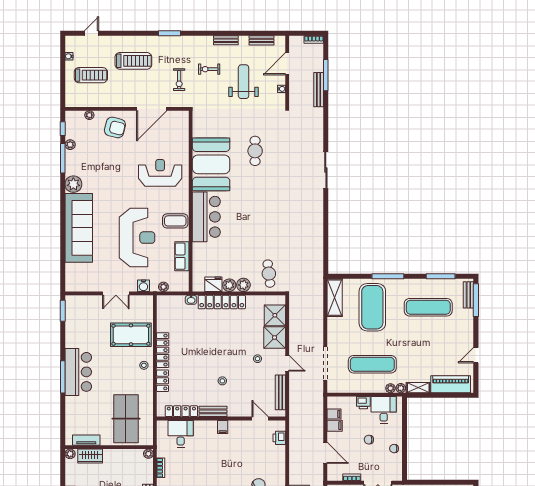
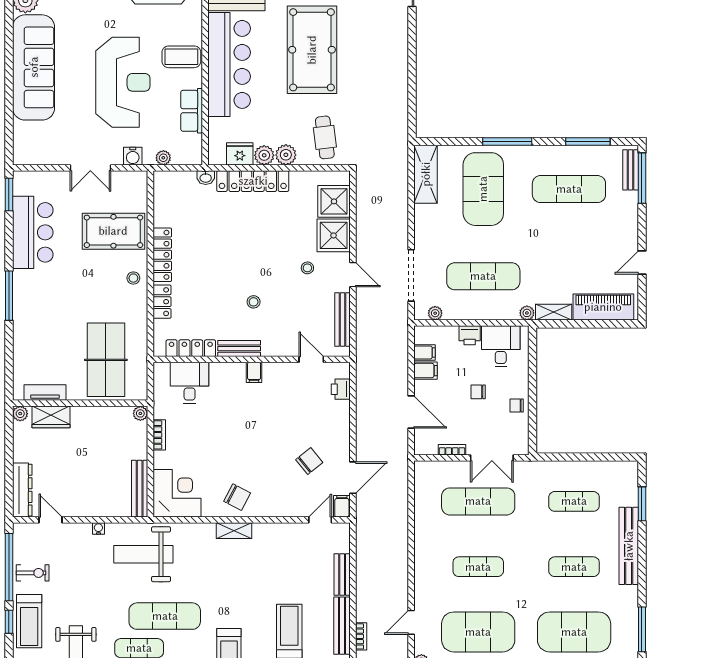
pool table: (260, 216) -> (312, 50), added
bar counter: (206, 217) -> (229, 64), width x1.36
bar counter: (78, 372) -> (33, 232), moved
plant: (390, 388) -> (435, 313), moved

